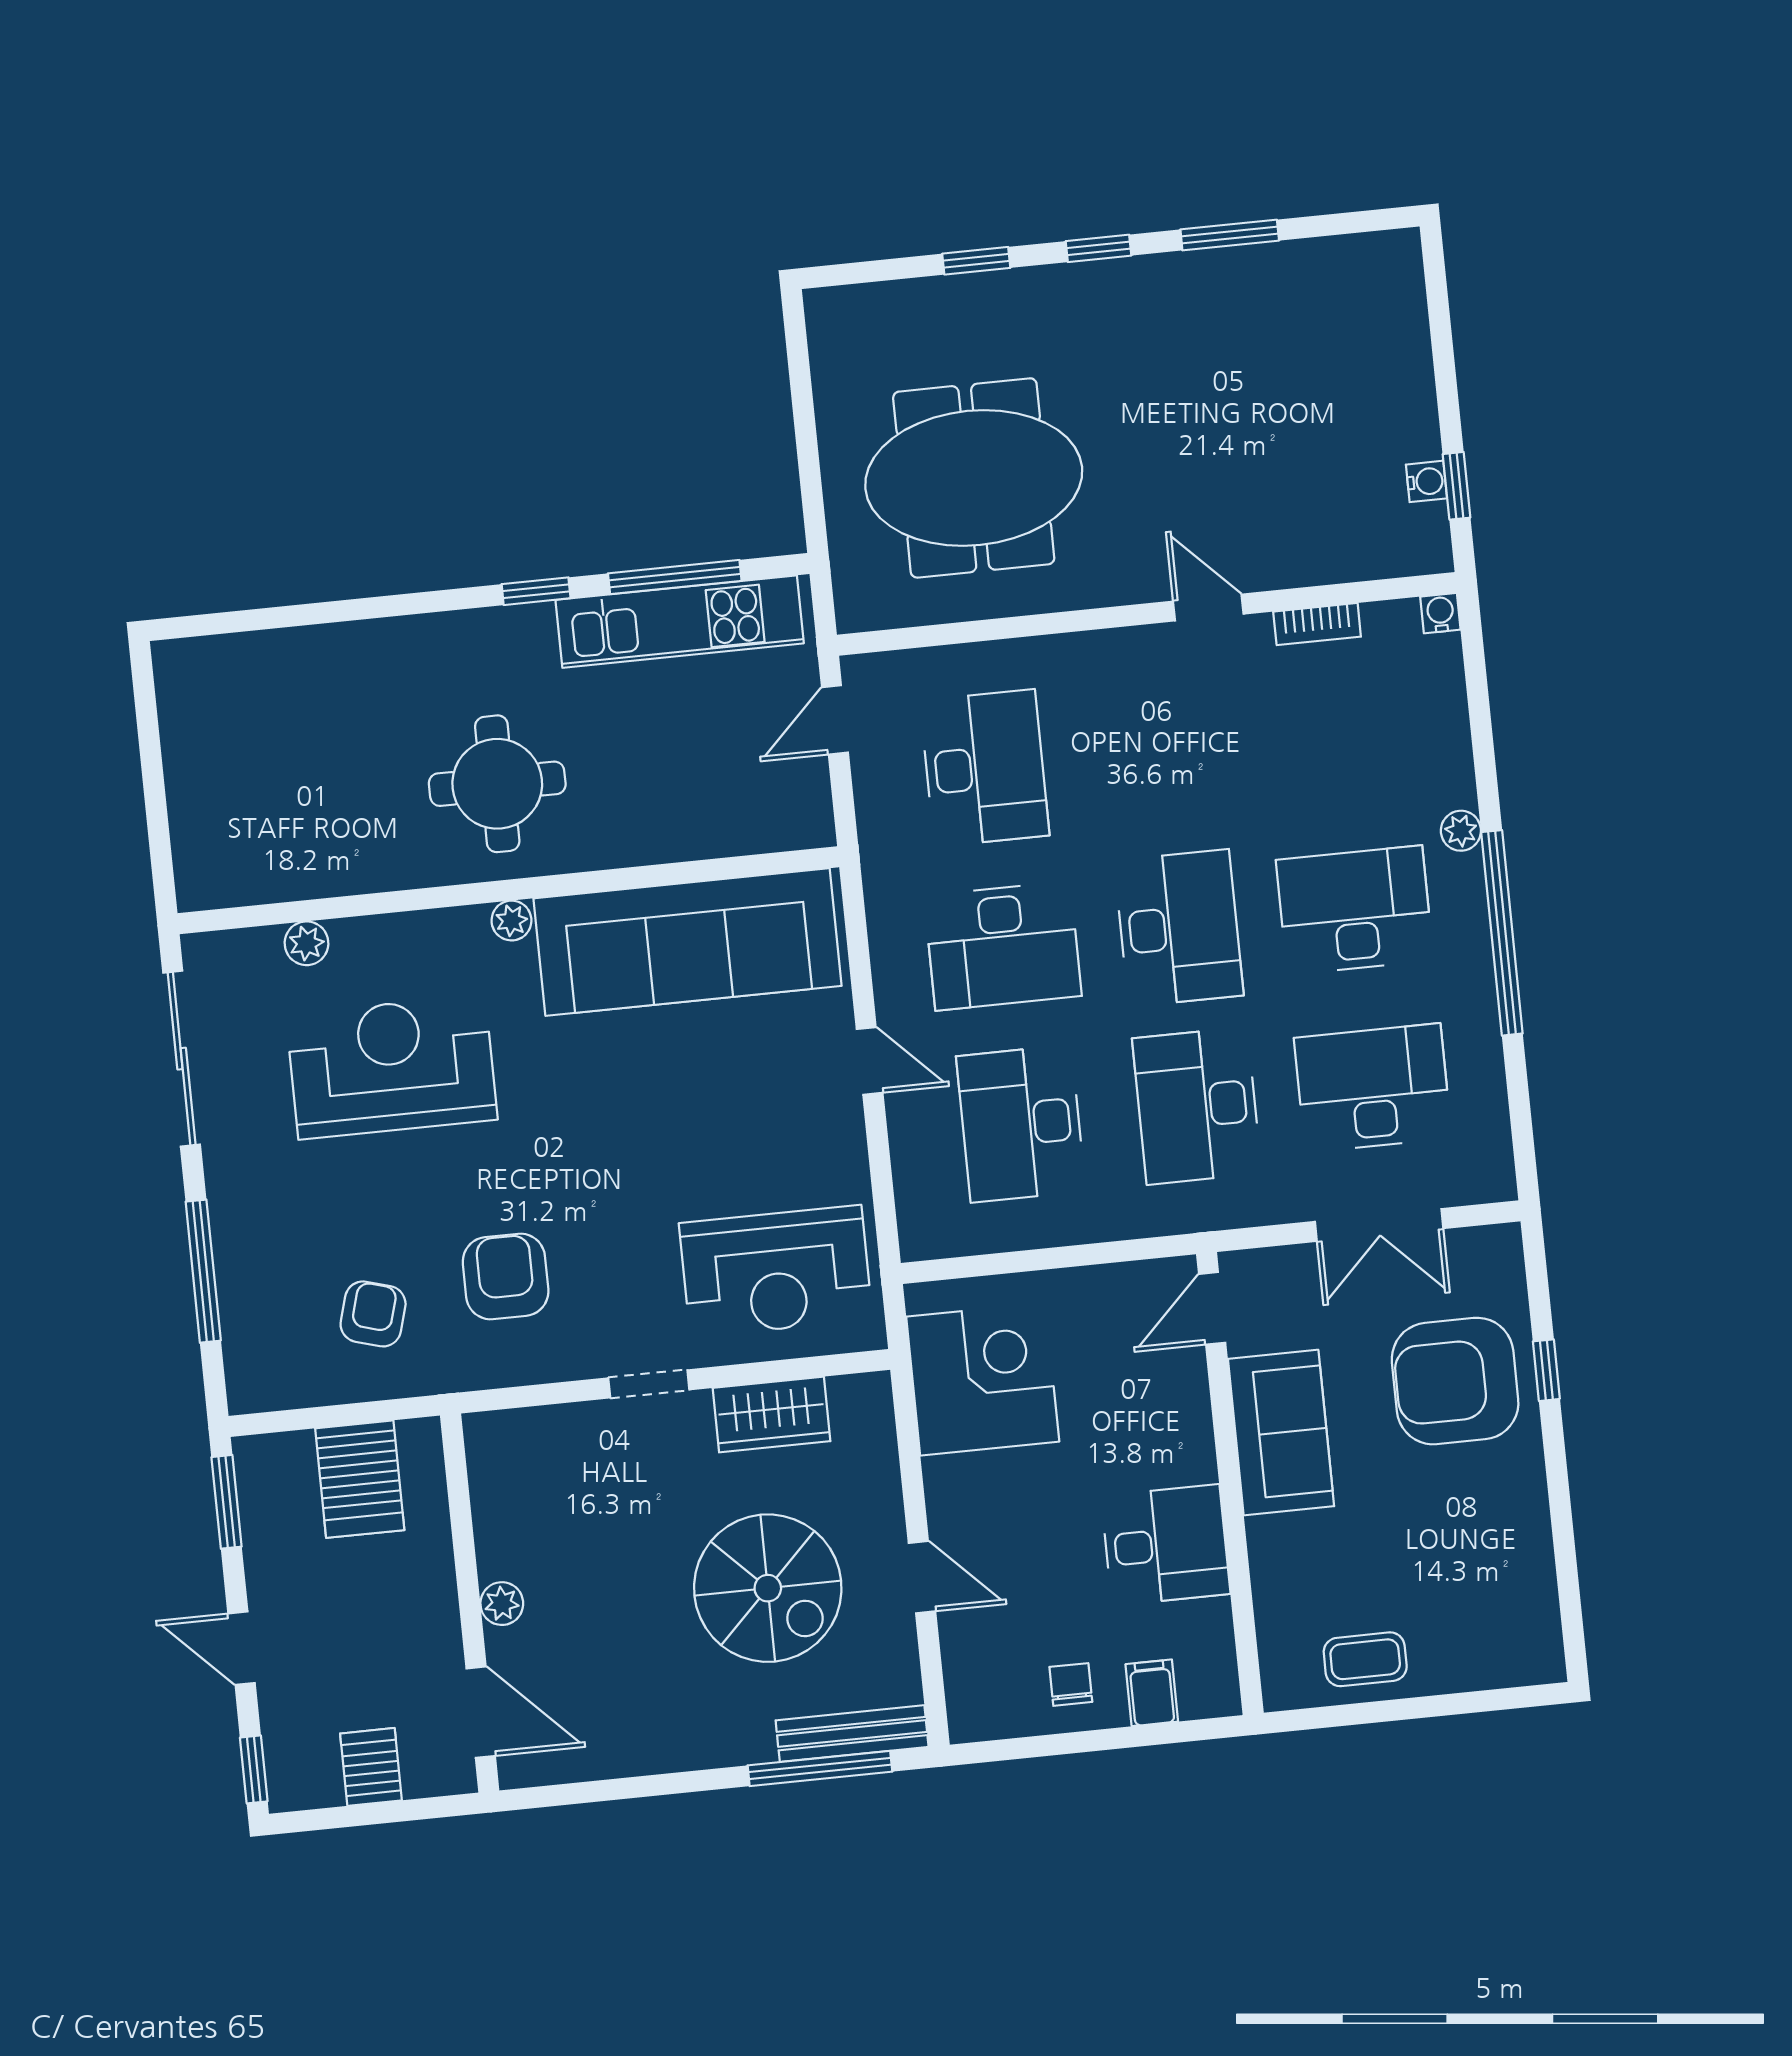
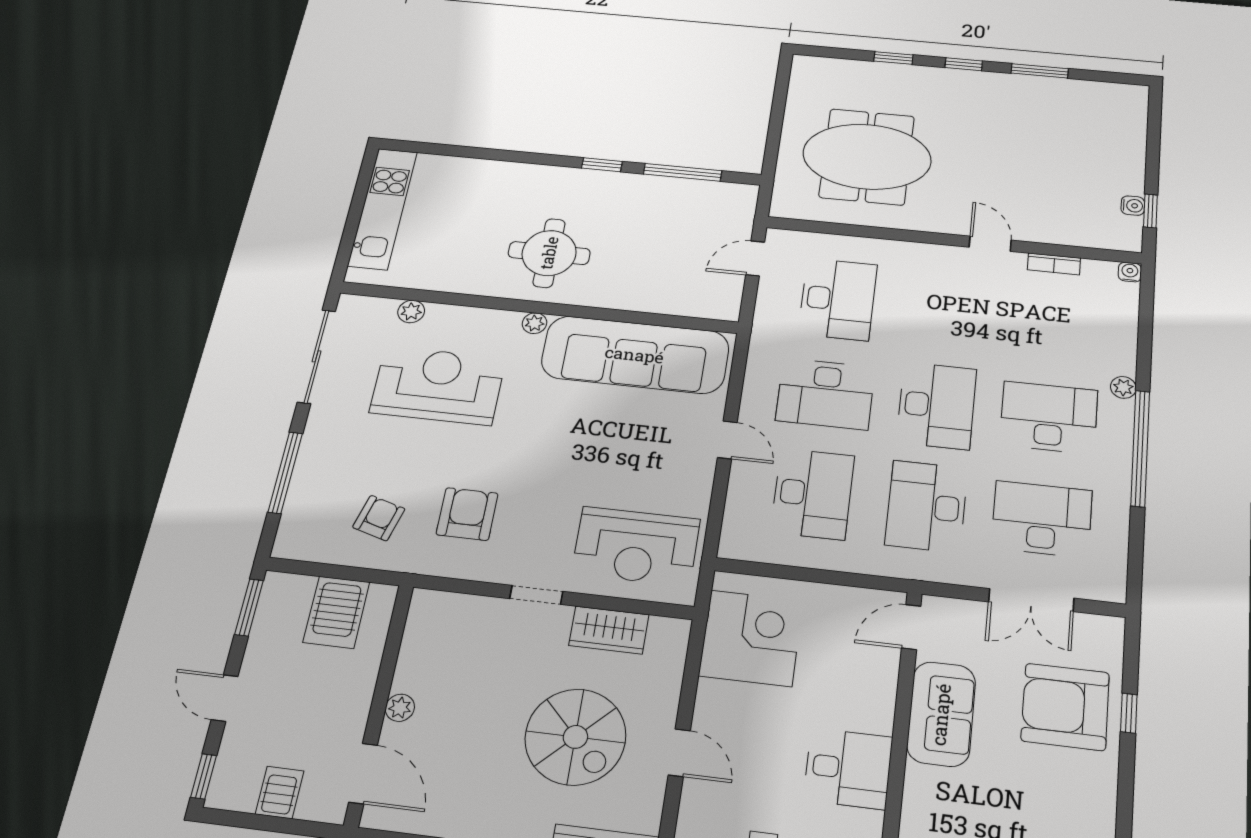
kitchen unit: (680, 622) -> (383, 208), moved, turned -90
desk: (1021, 1124) -> (813, 494), turned 180

